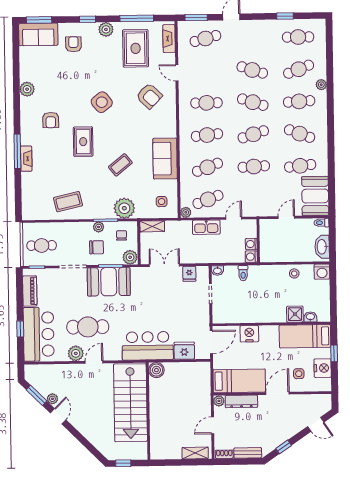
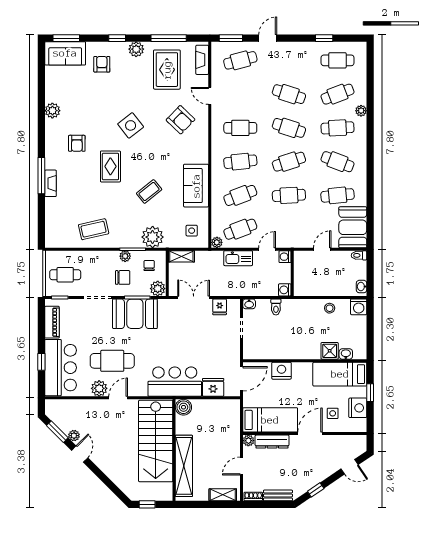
washing machine: (251, 244) -> (285, 257), moved
washbasin: (322, 247) -> (362, 287), width x0.52, depth x0.69
shelving: (158, 426) -> (184, 466), added

